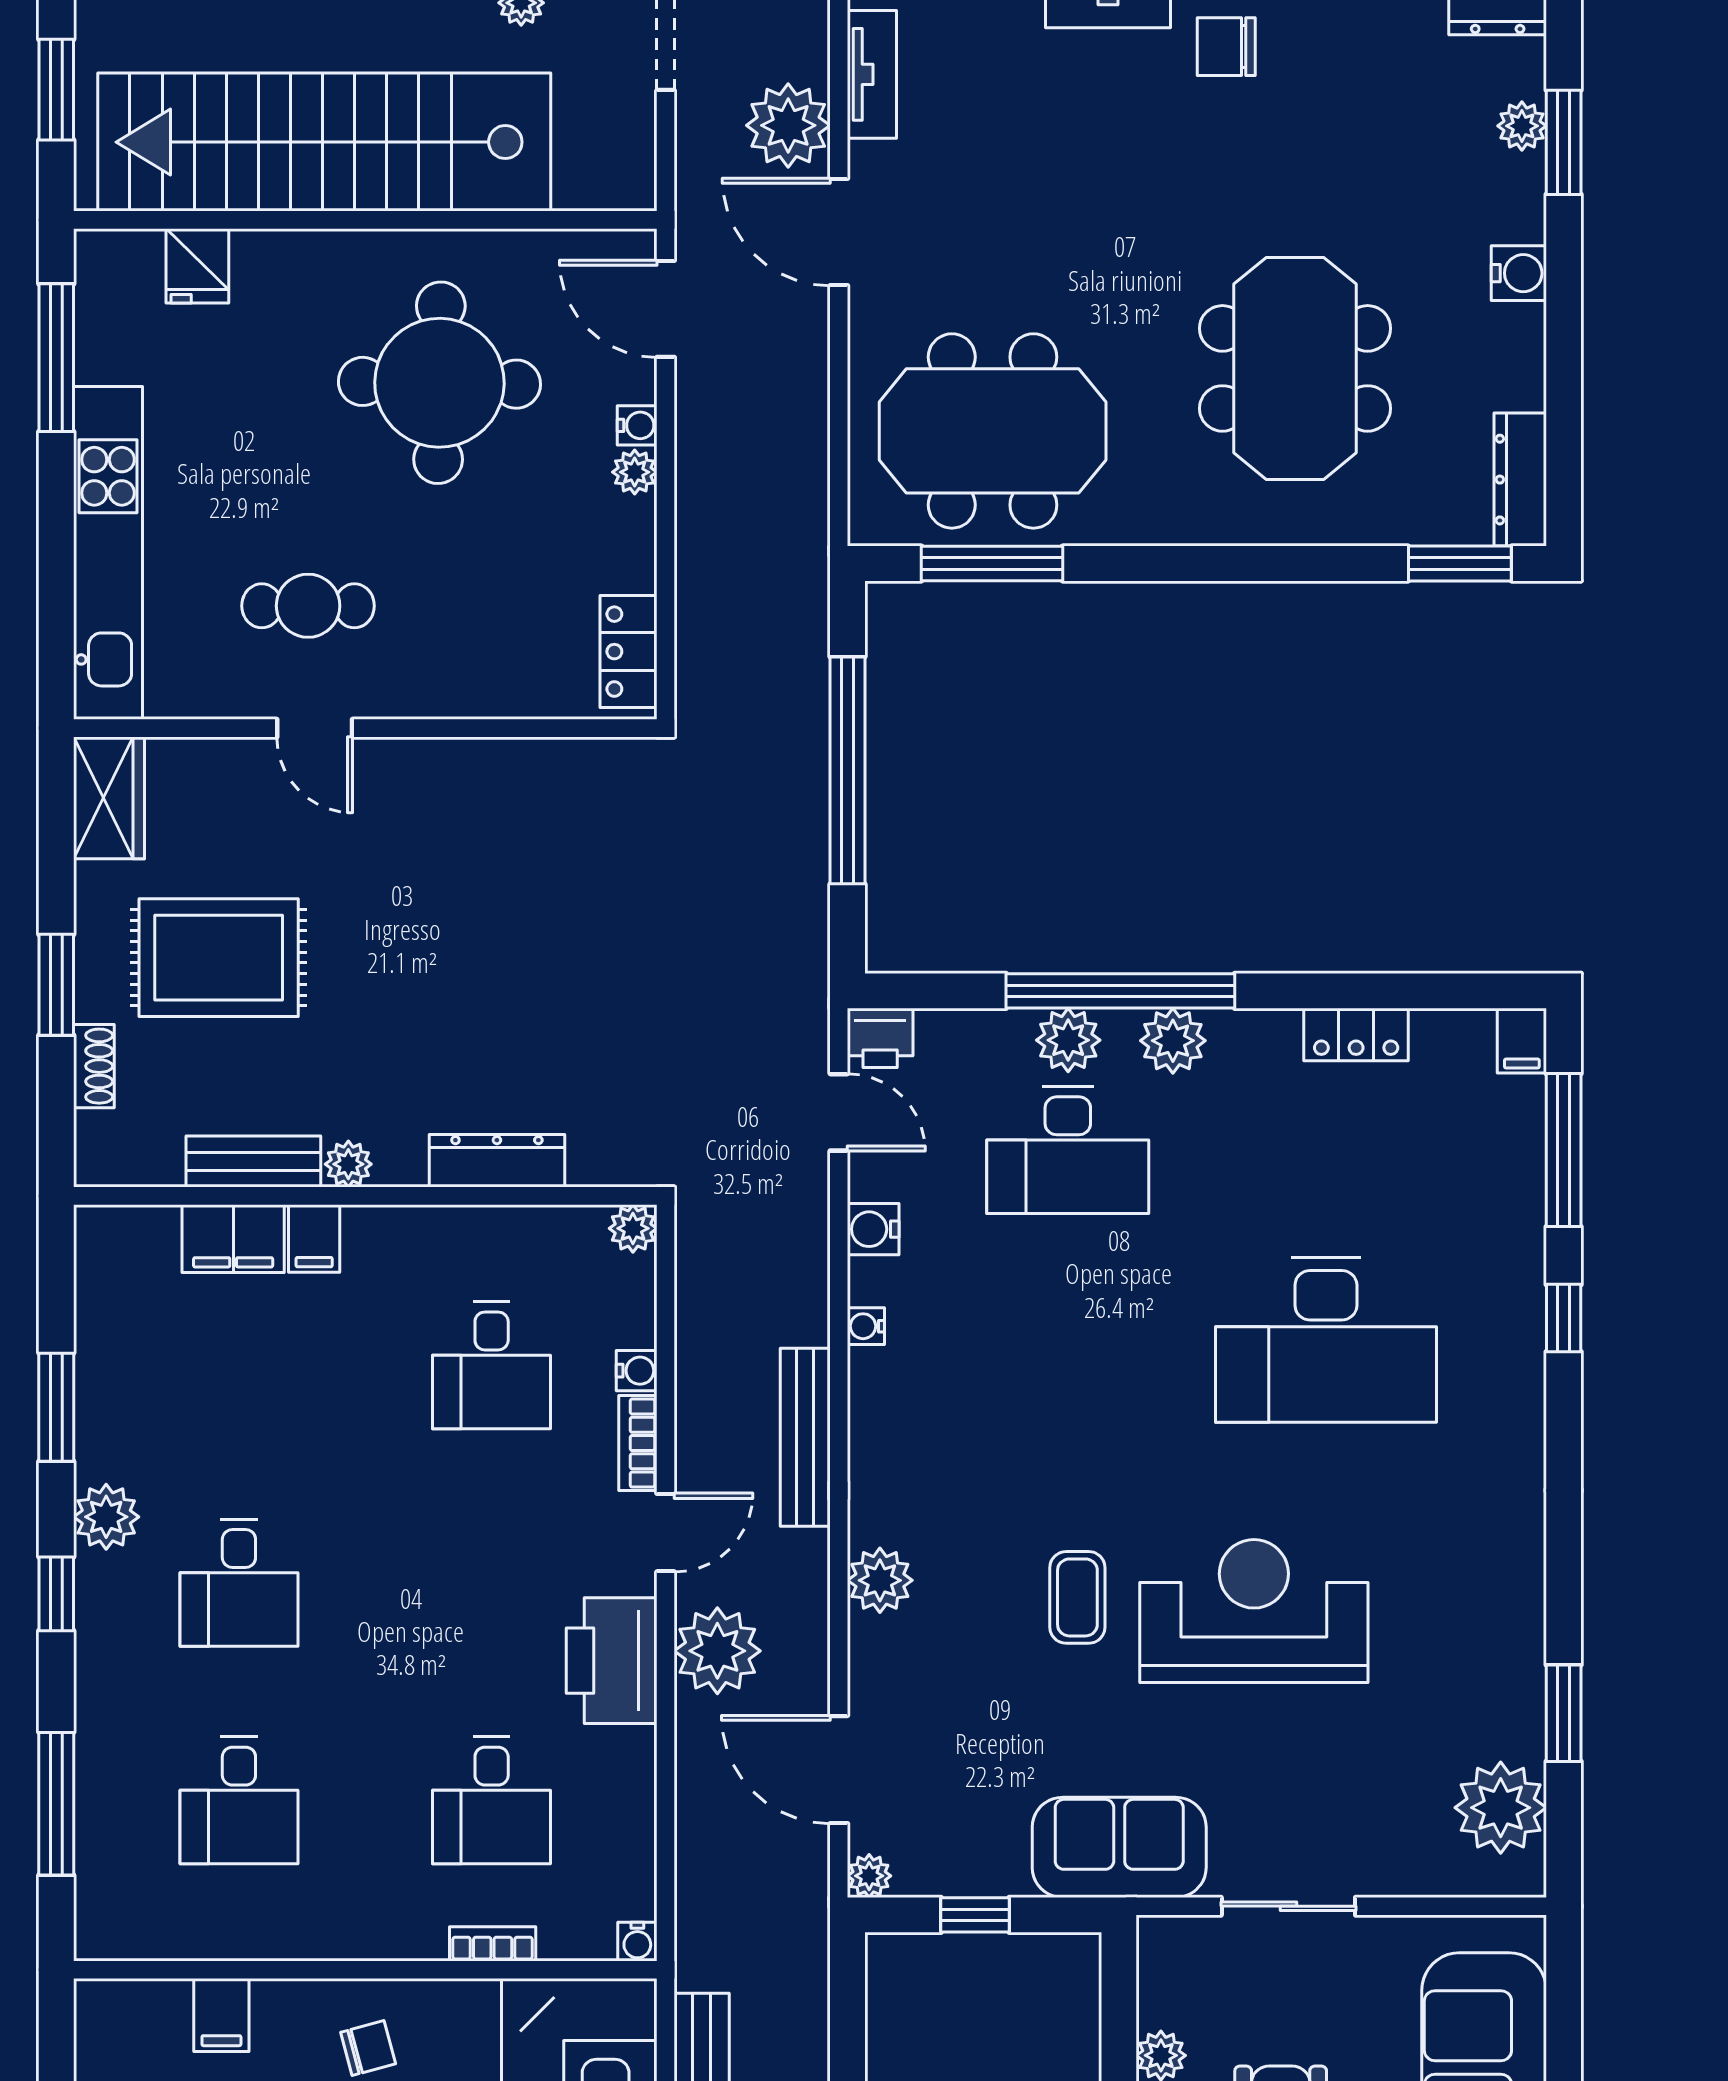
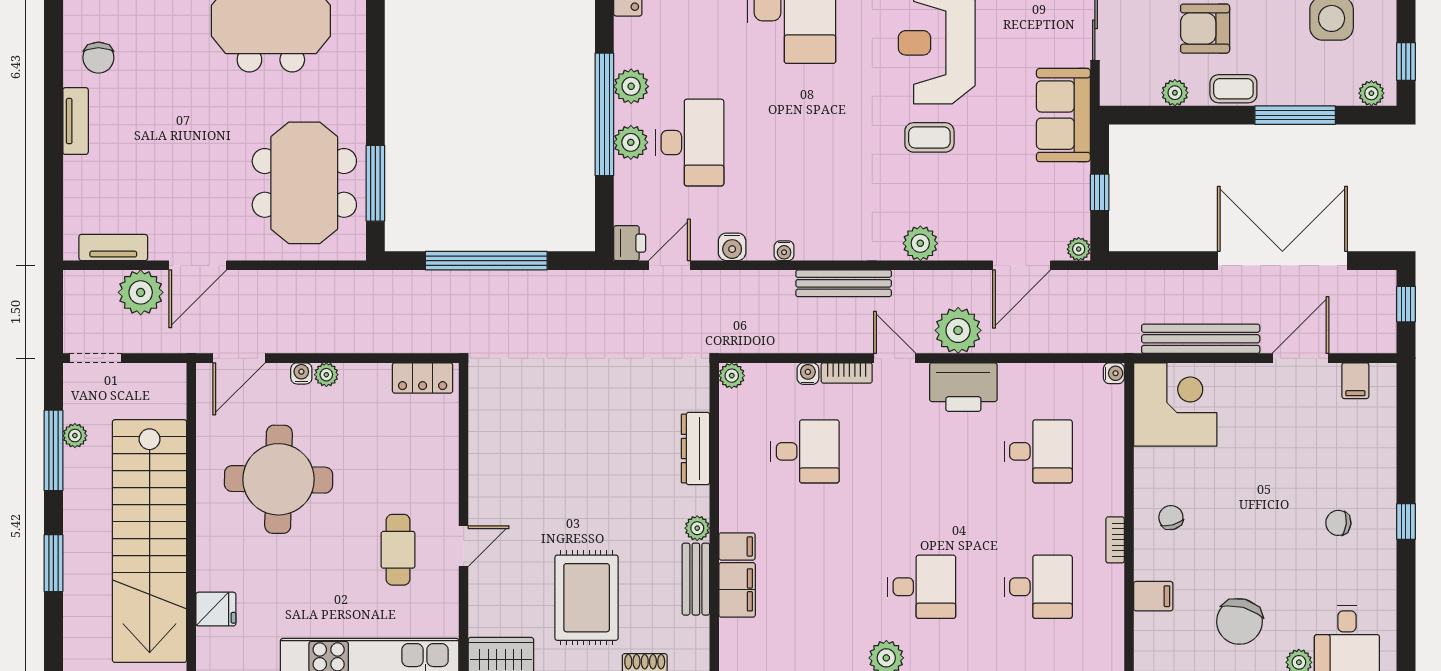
bookcase: (493, 1944) -> (1115, 540), moved

